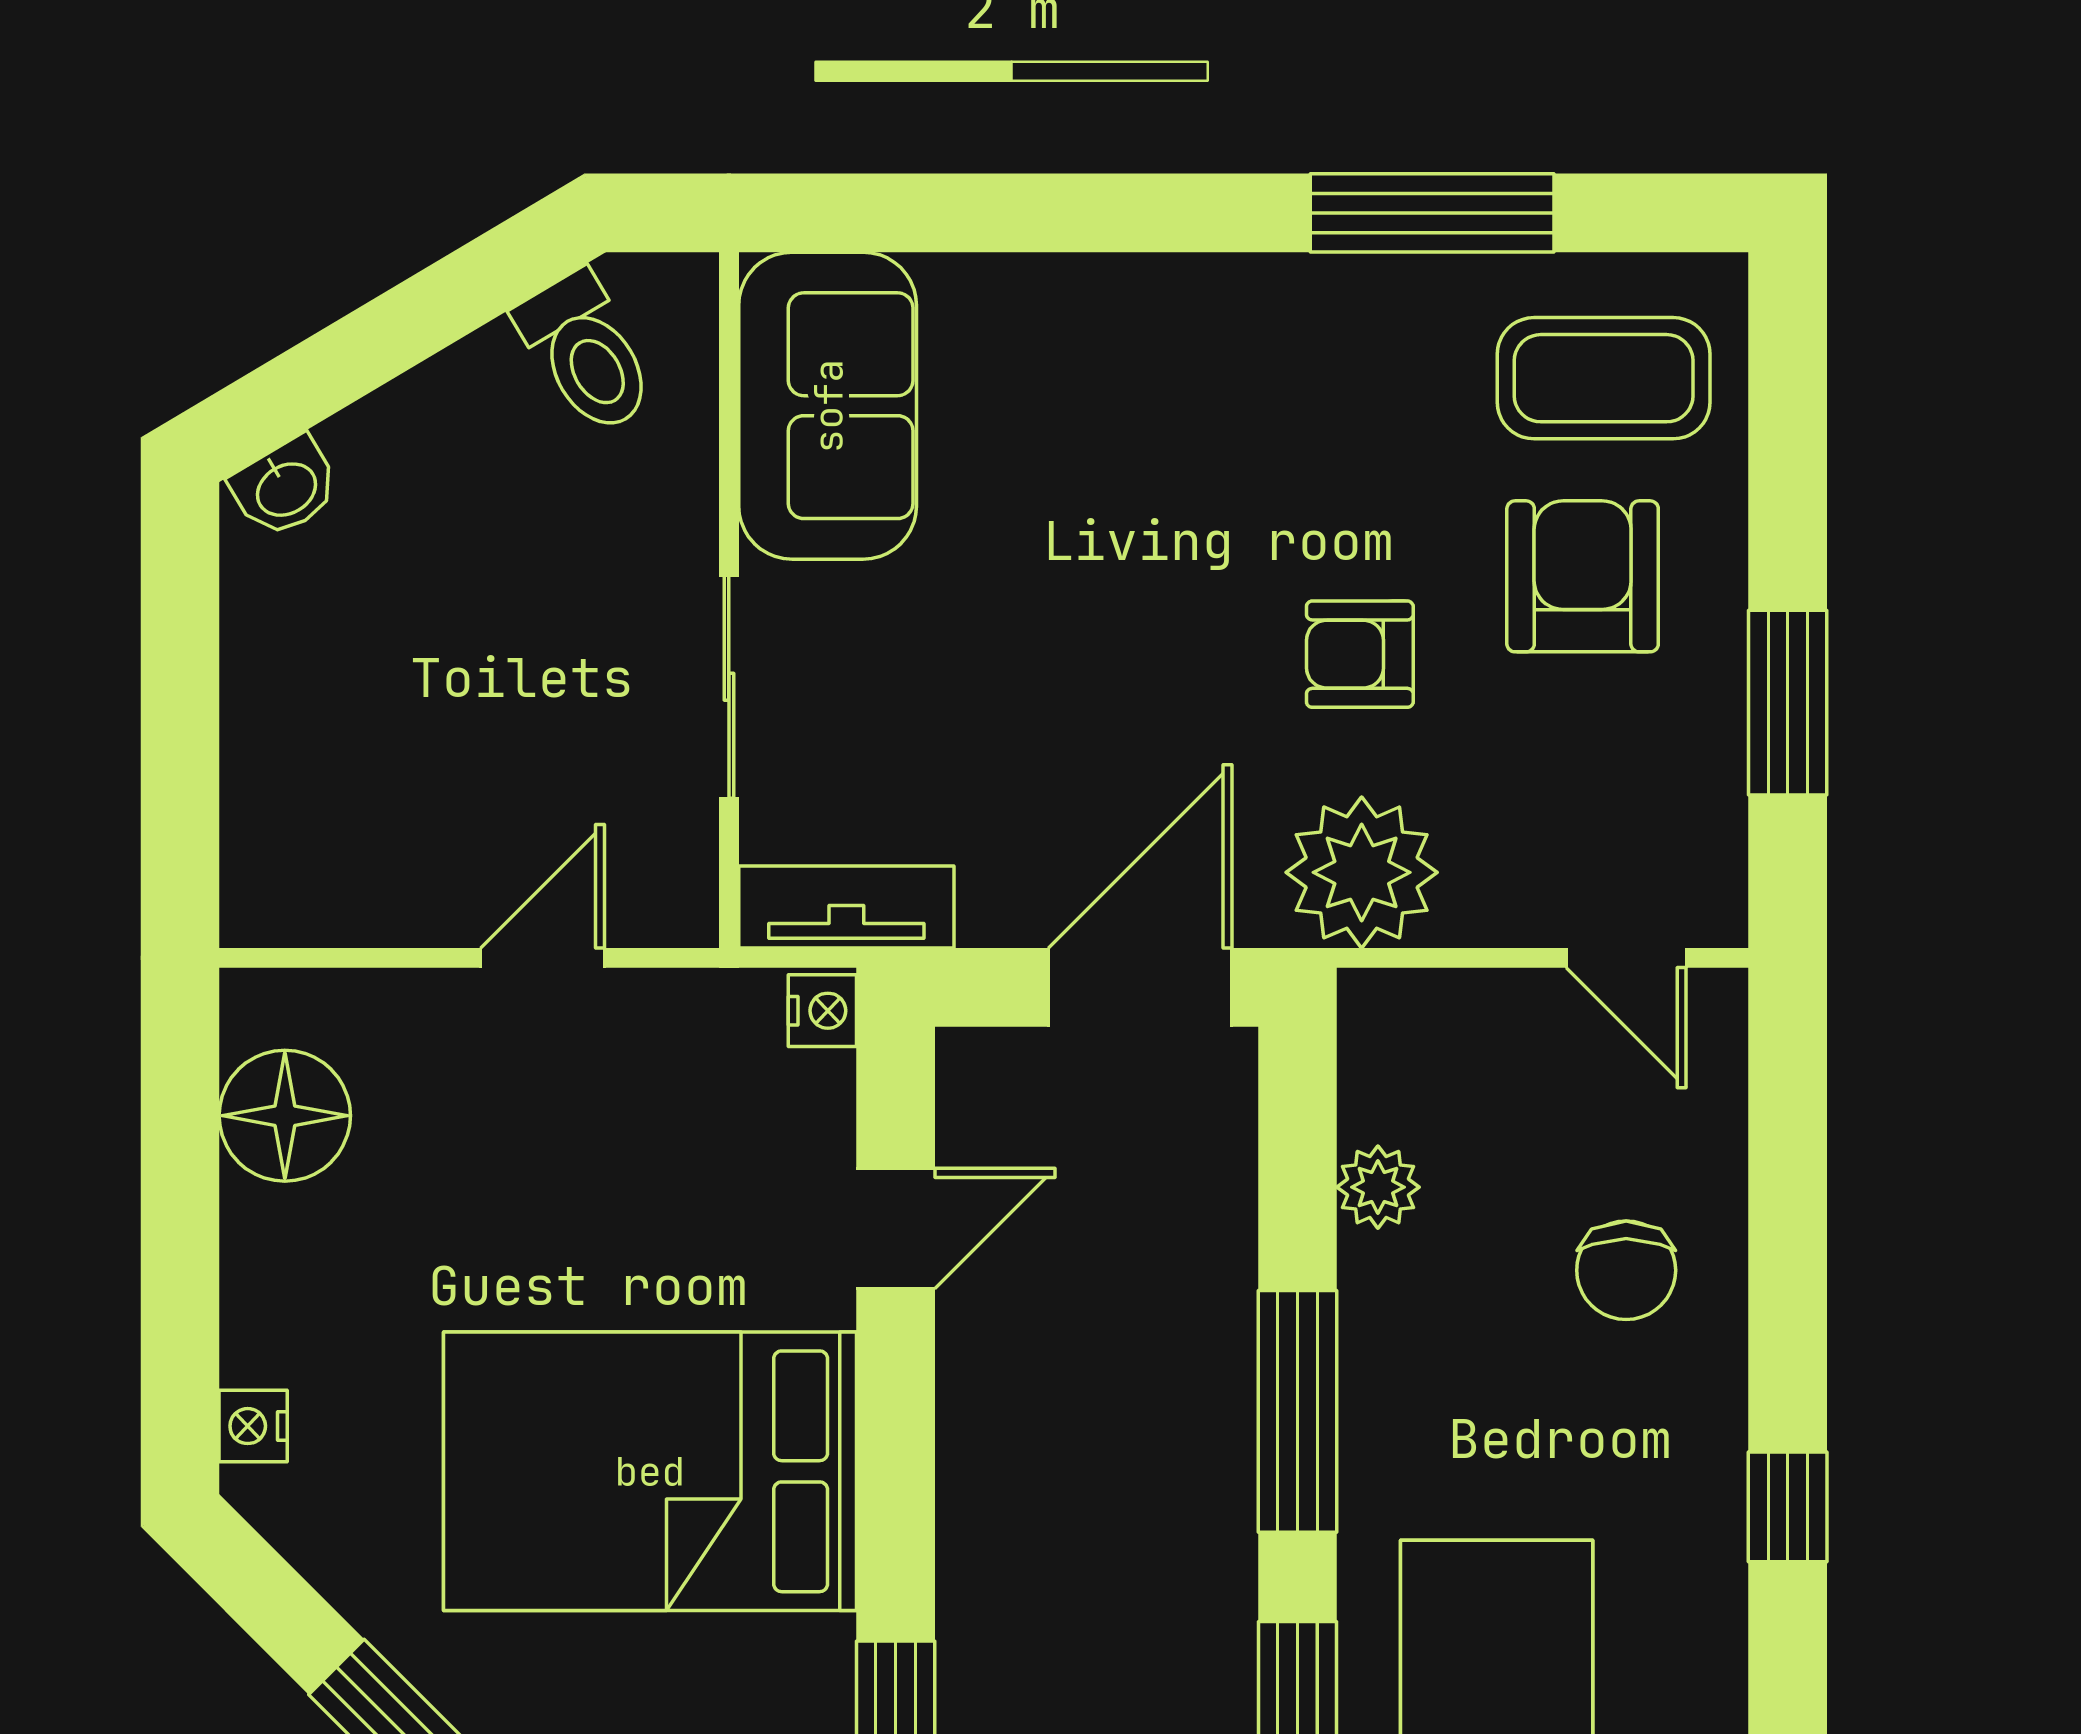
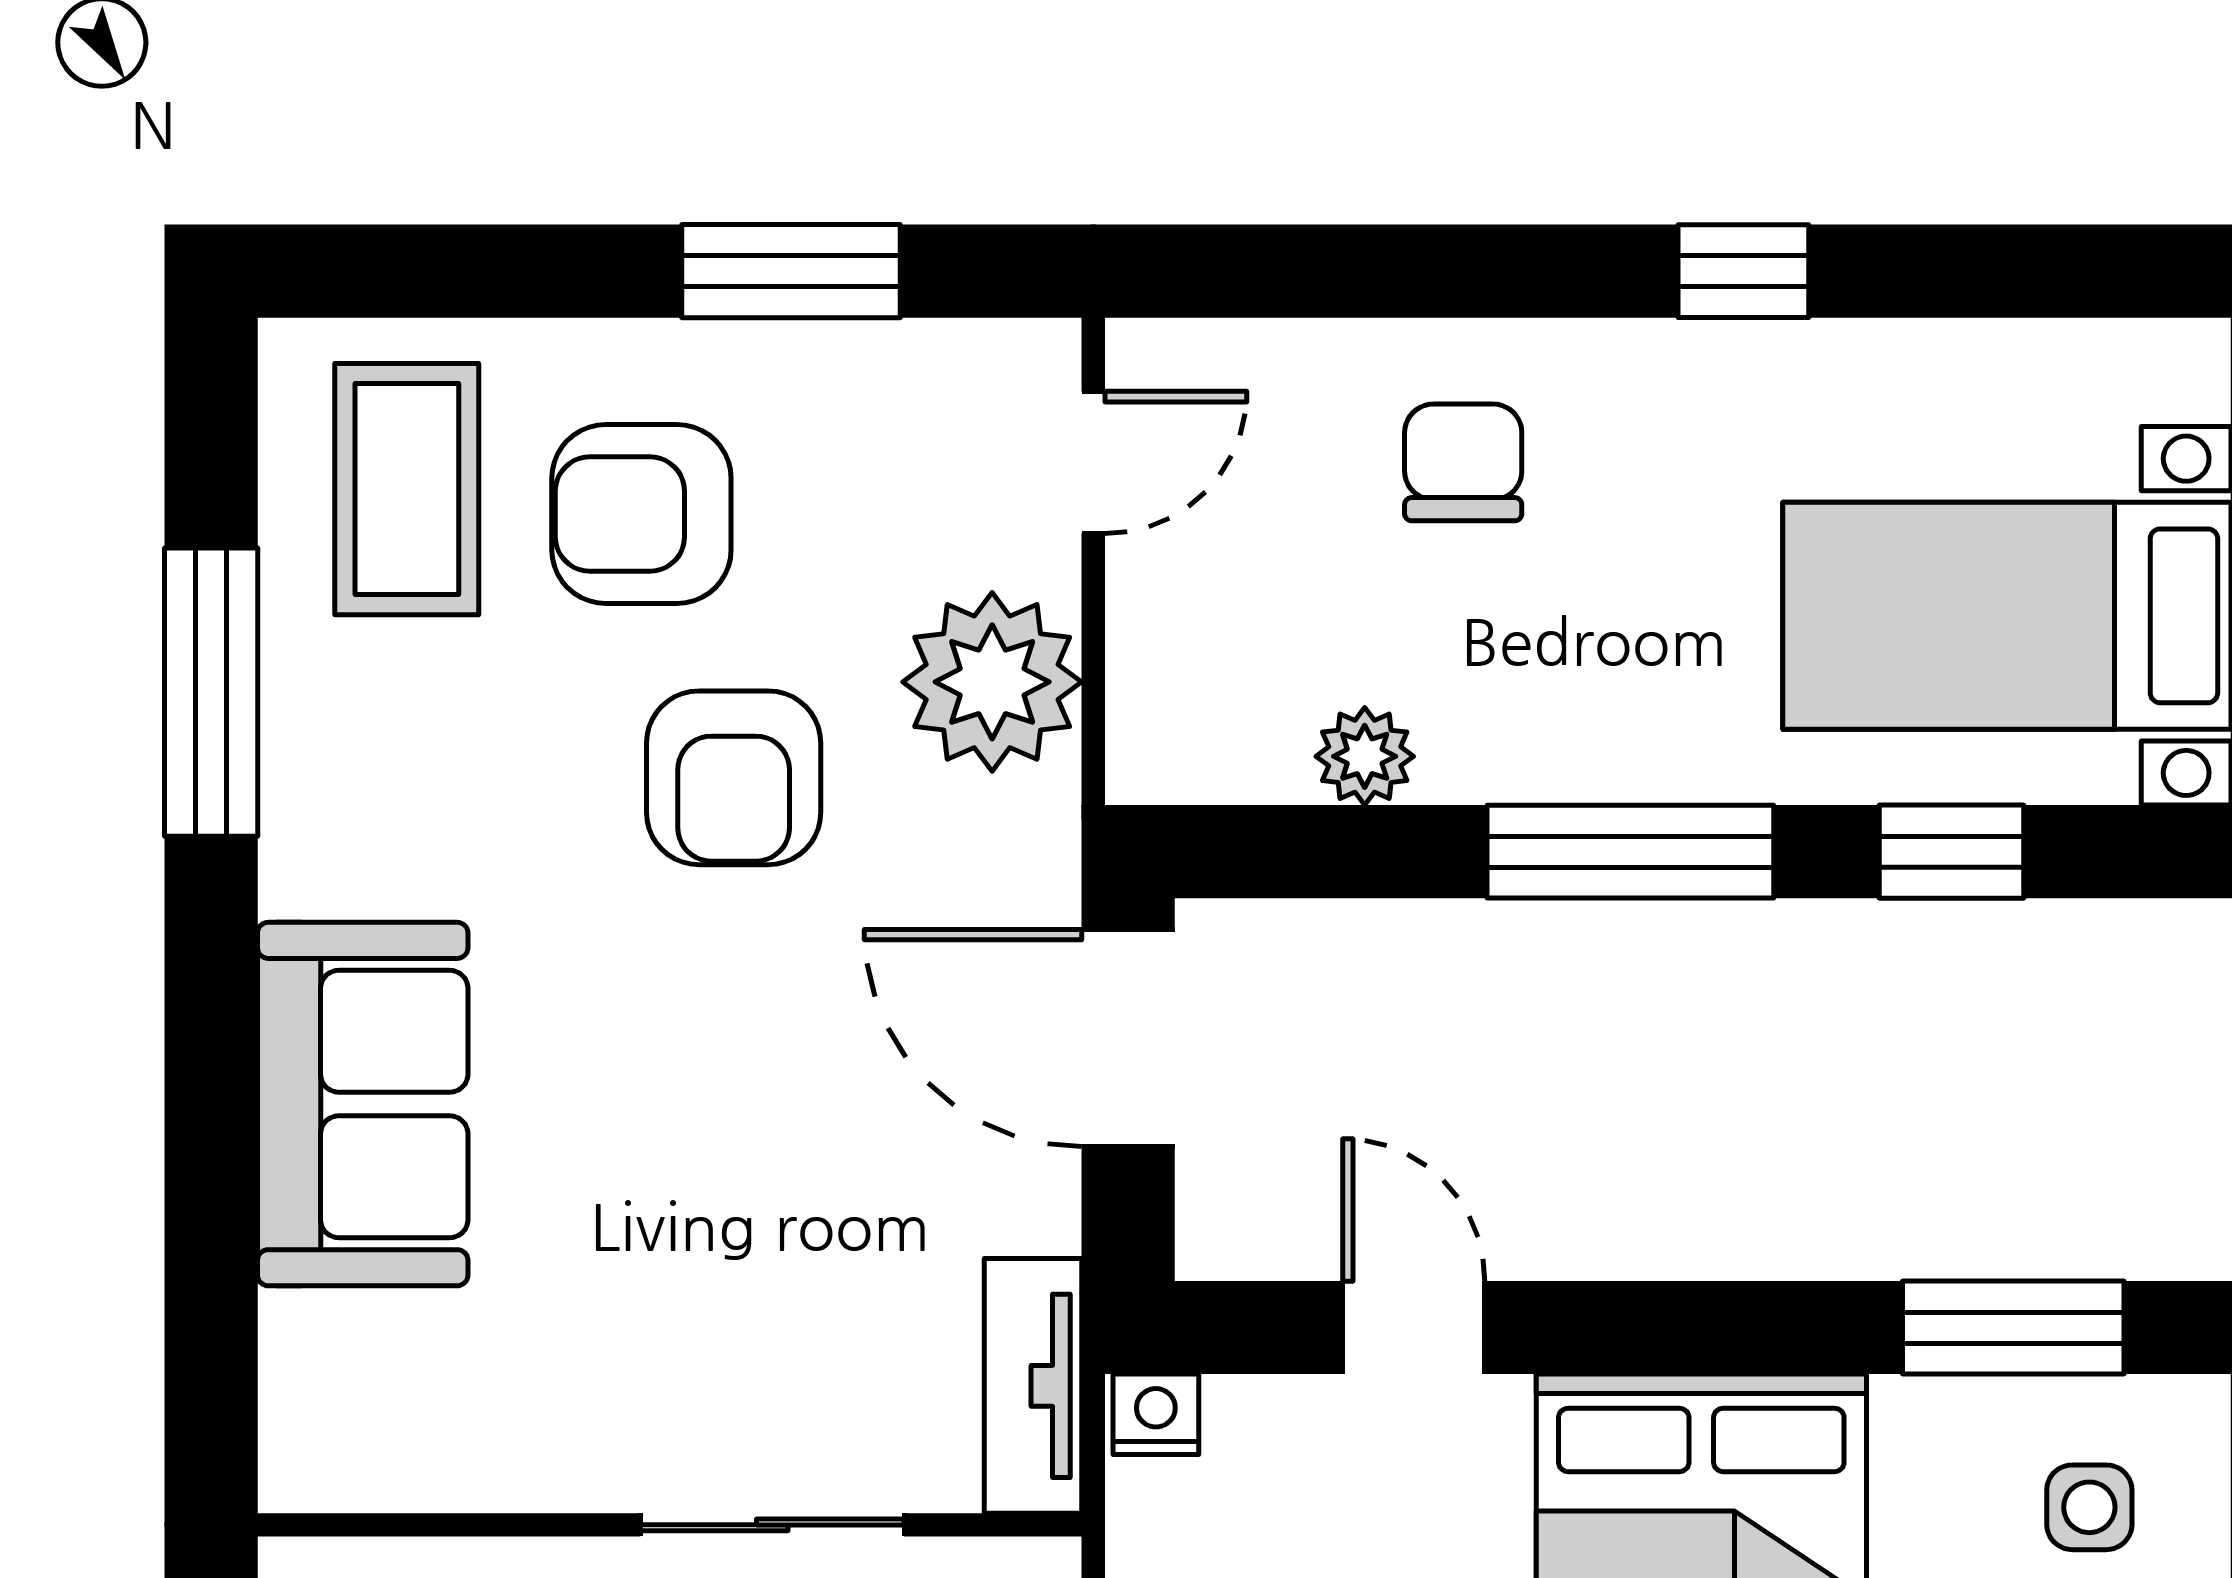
sofa: (828, 406) -> (363, 1104), moved, turned 90
armchair: (1360, 654) -> (734, 778), width x1.38, depth x1.38
plant: (1362, 872) -> (992, 682), moved
chair: (1626, 1270) -> (1463, 462), turned -90

